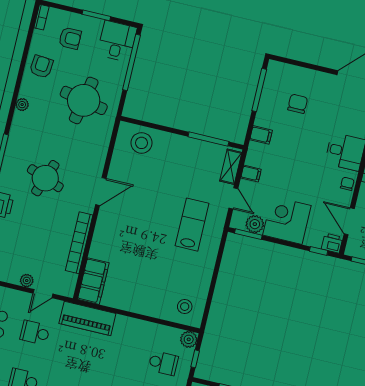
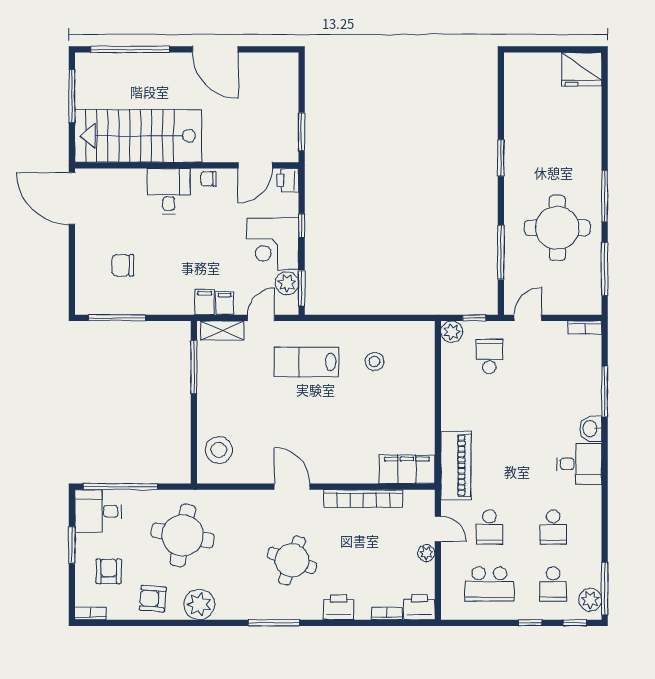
plant: (22, 105) -> (199, 604), width x1.88, depth x1.88
filing cabinet: (261, 135) -> (205, 302), moved
window: (319, 251) -> (302, 226), moved
stool: (185, 307) -> (375, 361), moved

